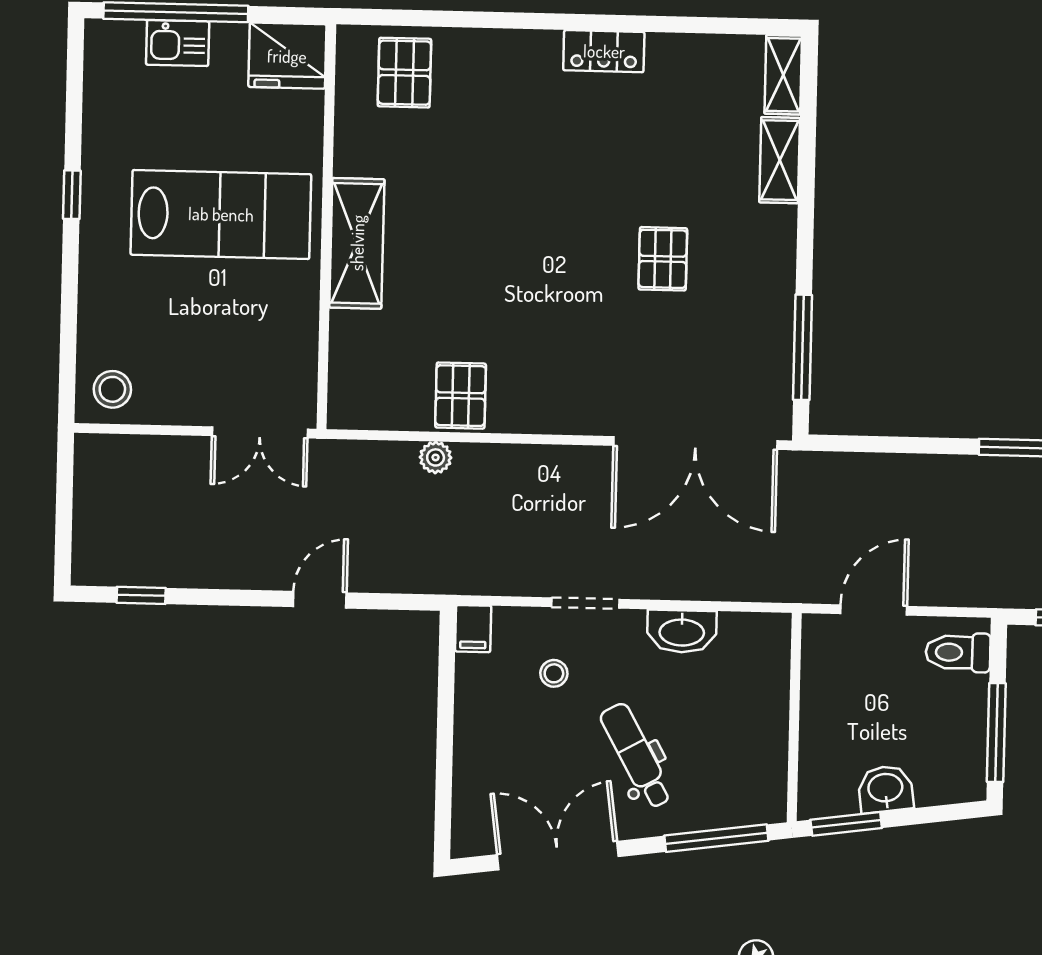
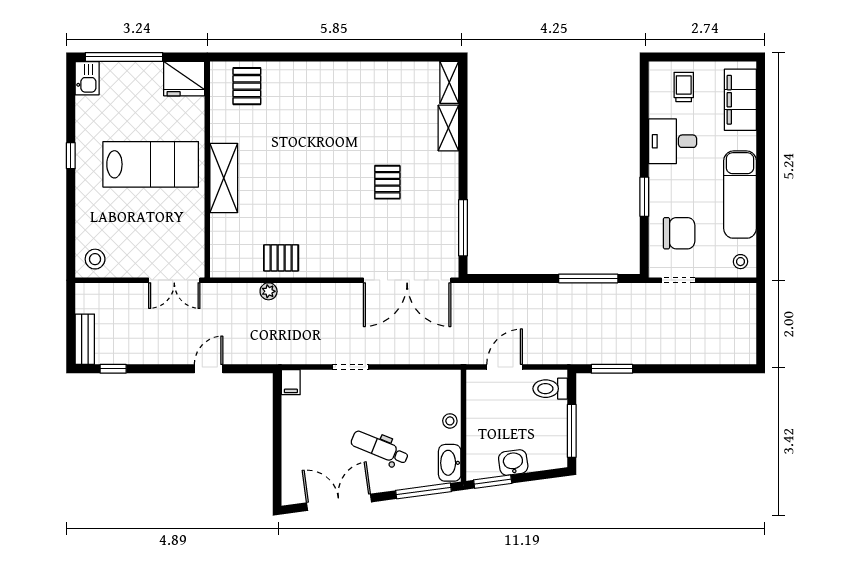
kitchen sink: (178, 43) -> (87, 78), moved, turned -90
locker: (604, 51) -> (353, 72), removed
pallet: (461, 396) -> (281, 258), turned 90
bench: (90, 539) -> (85, 339), added
washbasin: (682, 631) -> (450, 463), moved, turned 90
stool: (554, 673) -> (450, 421), moved
dental chair: (636, 756) -> (380, 448), turned -39

